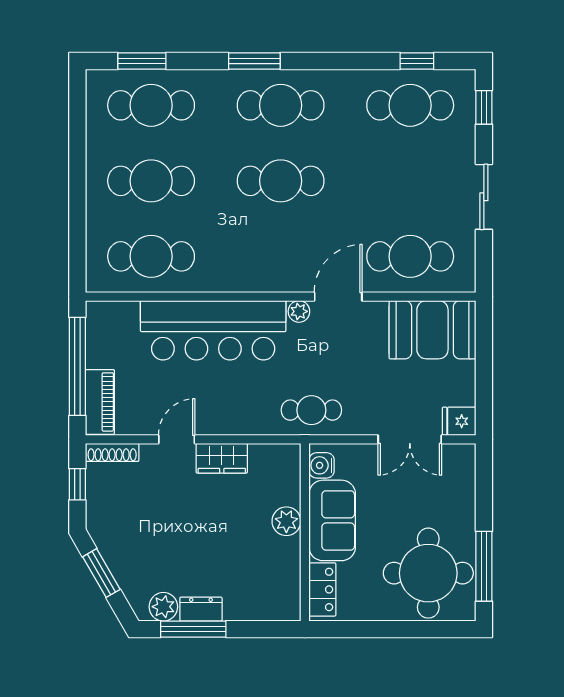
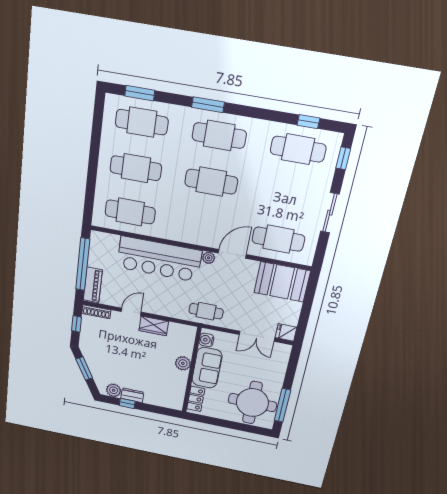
window: (193, 629) -> (127, 403), width x0.46

